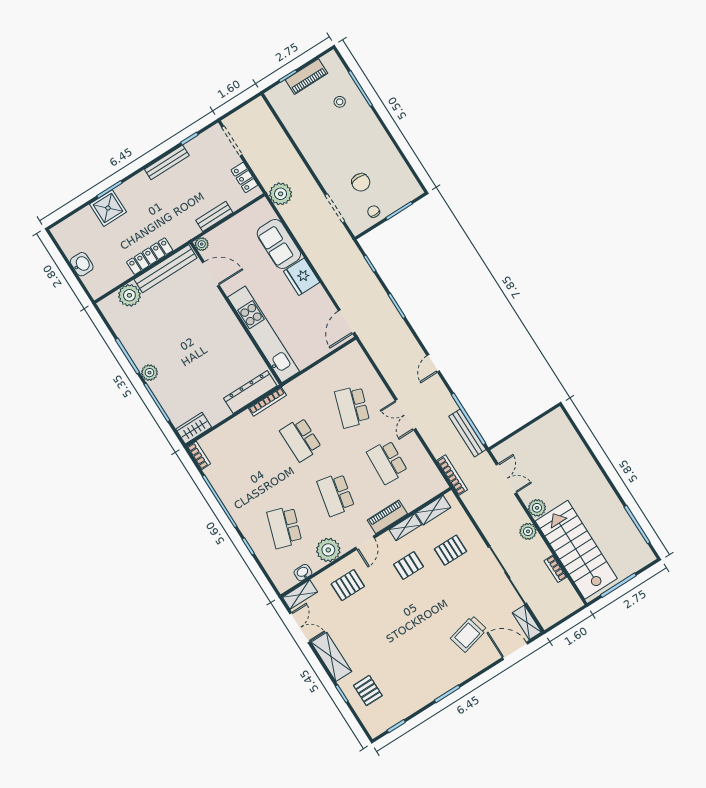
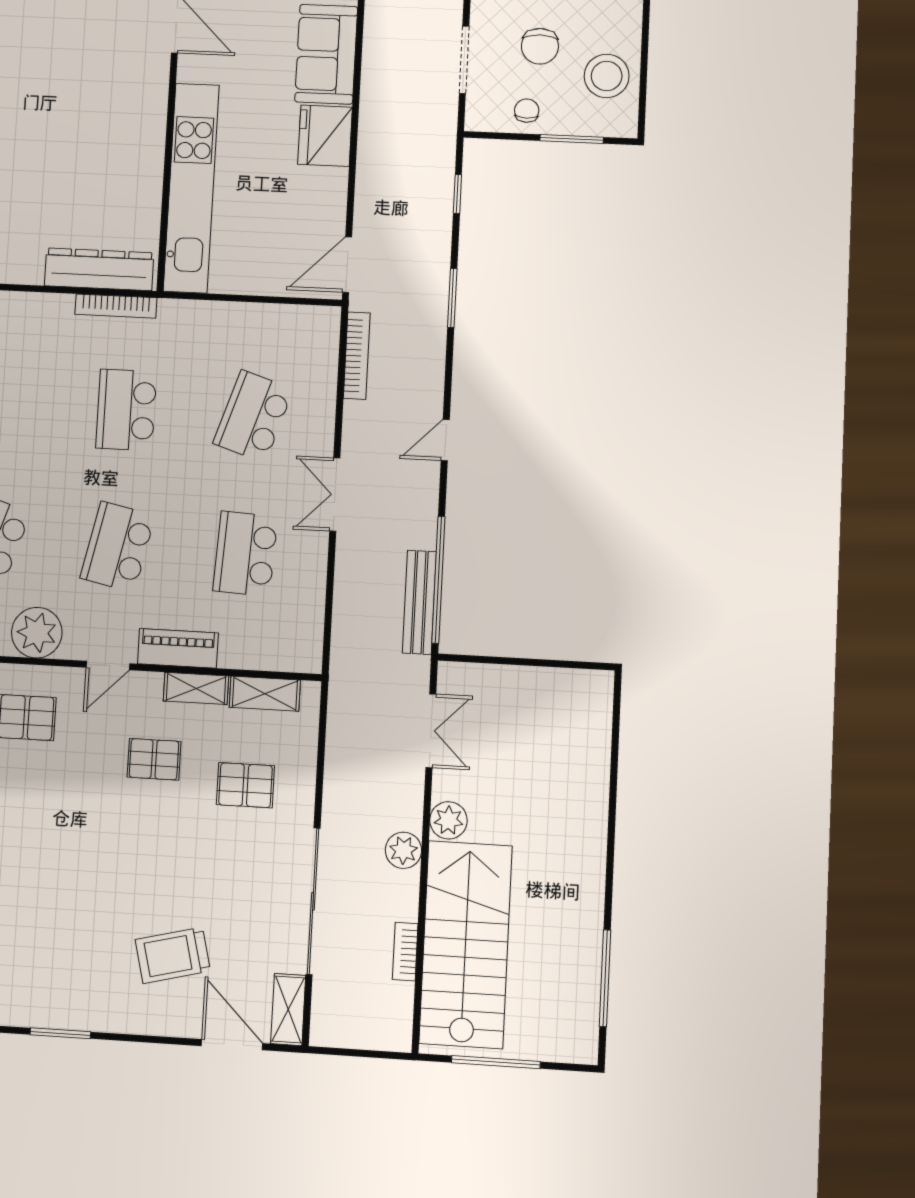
stool: (395, 176) -> (607, 76), added
bookcase: (452, 475) -> (357, 356), moved

